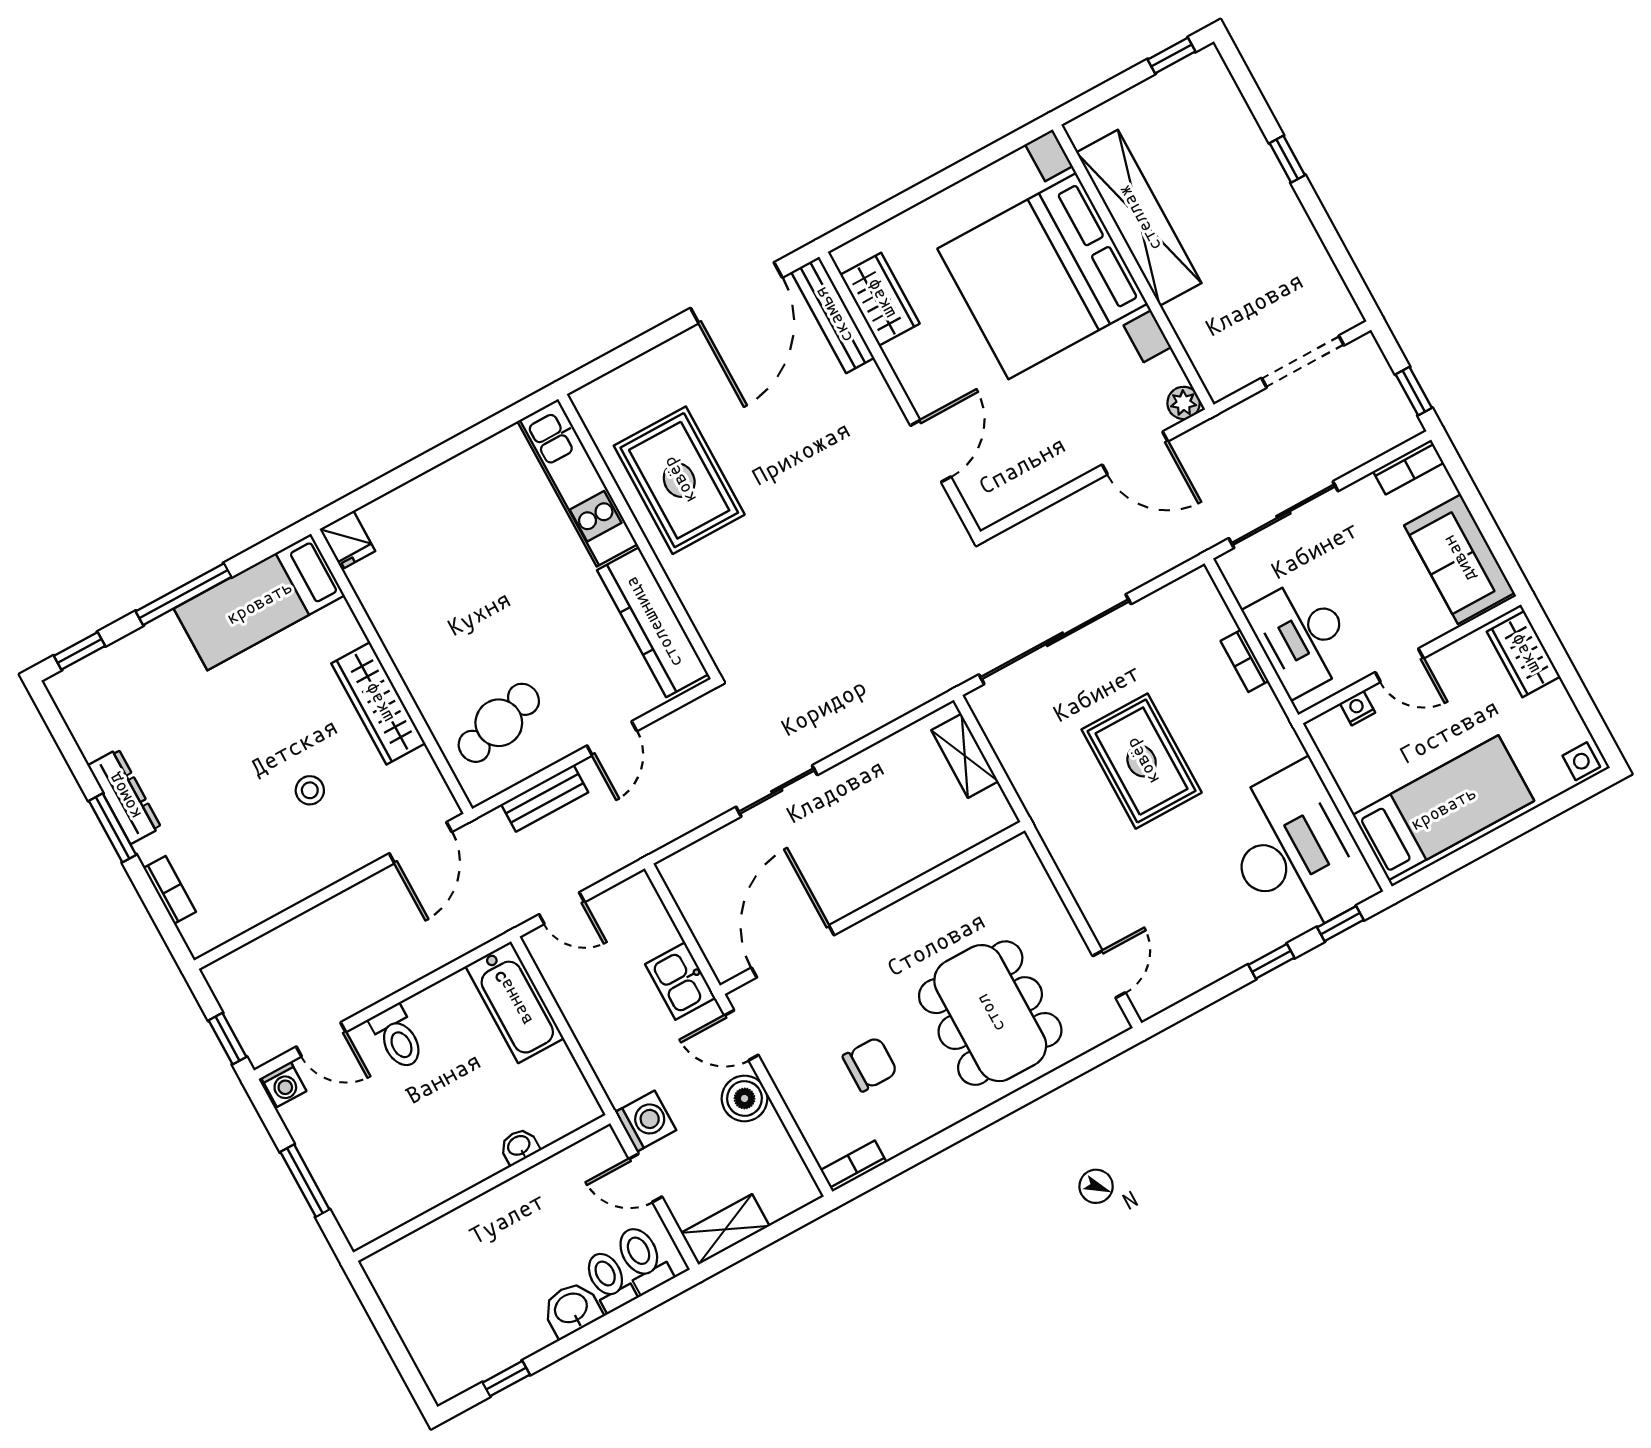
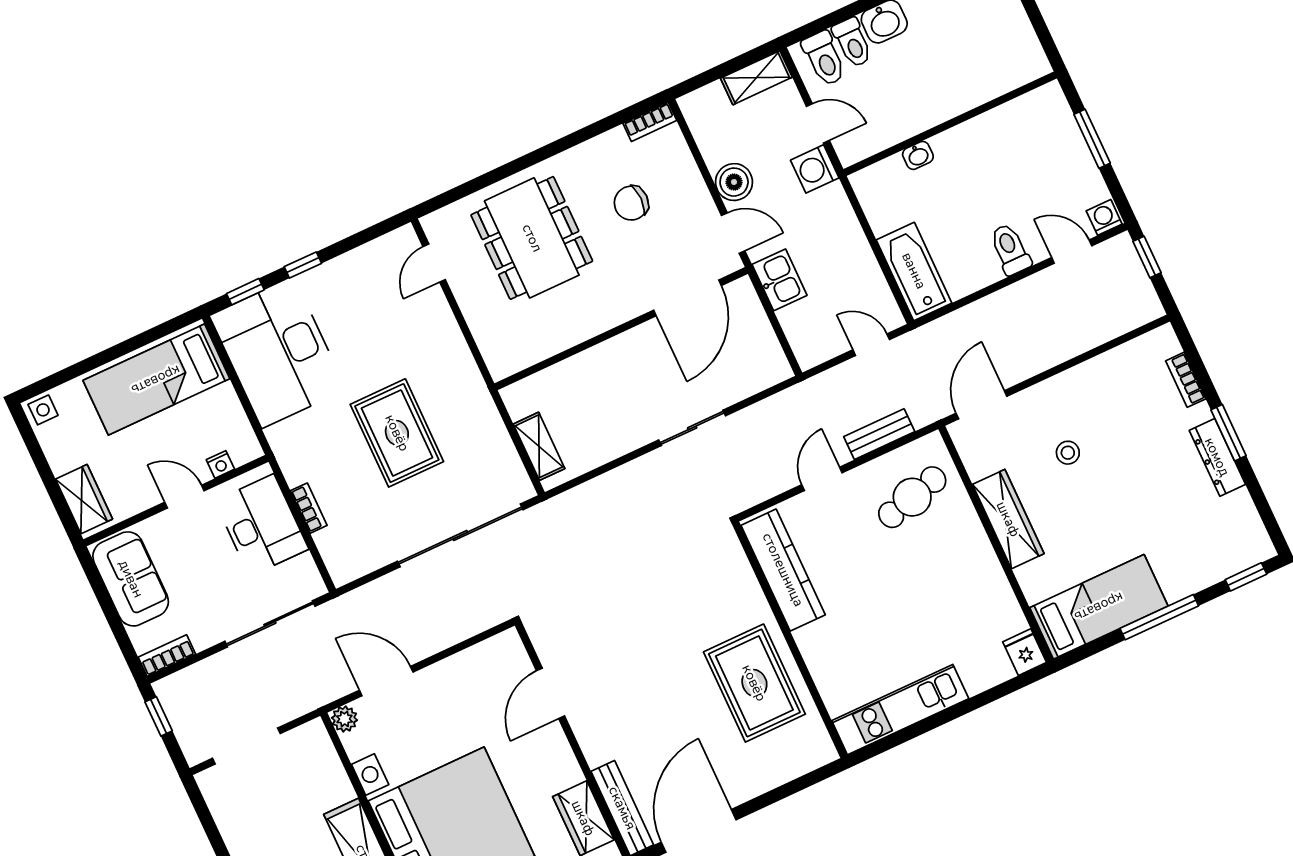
kitchen unit: (577, 483) -> (900, 710), moved, turned -90

